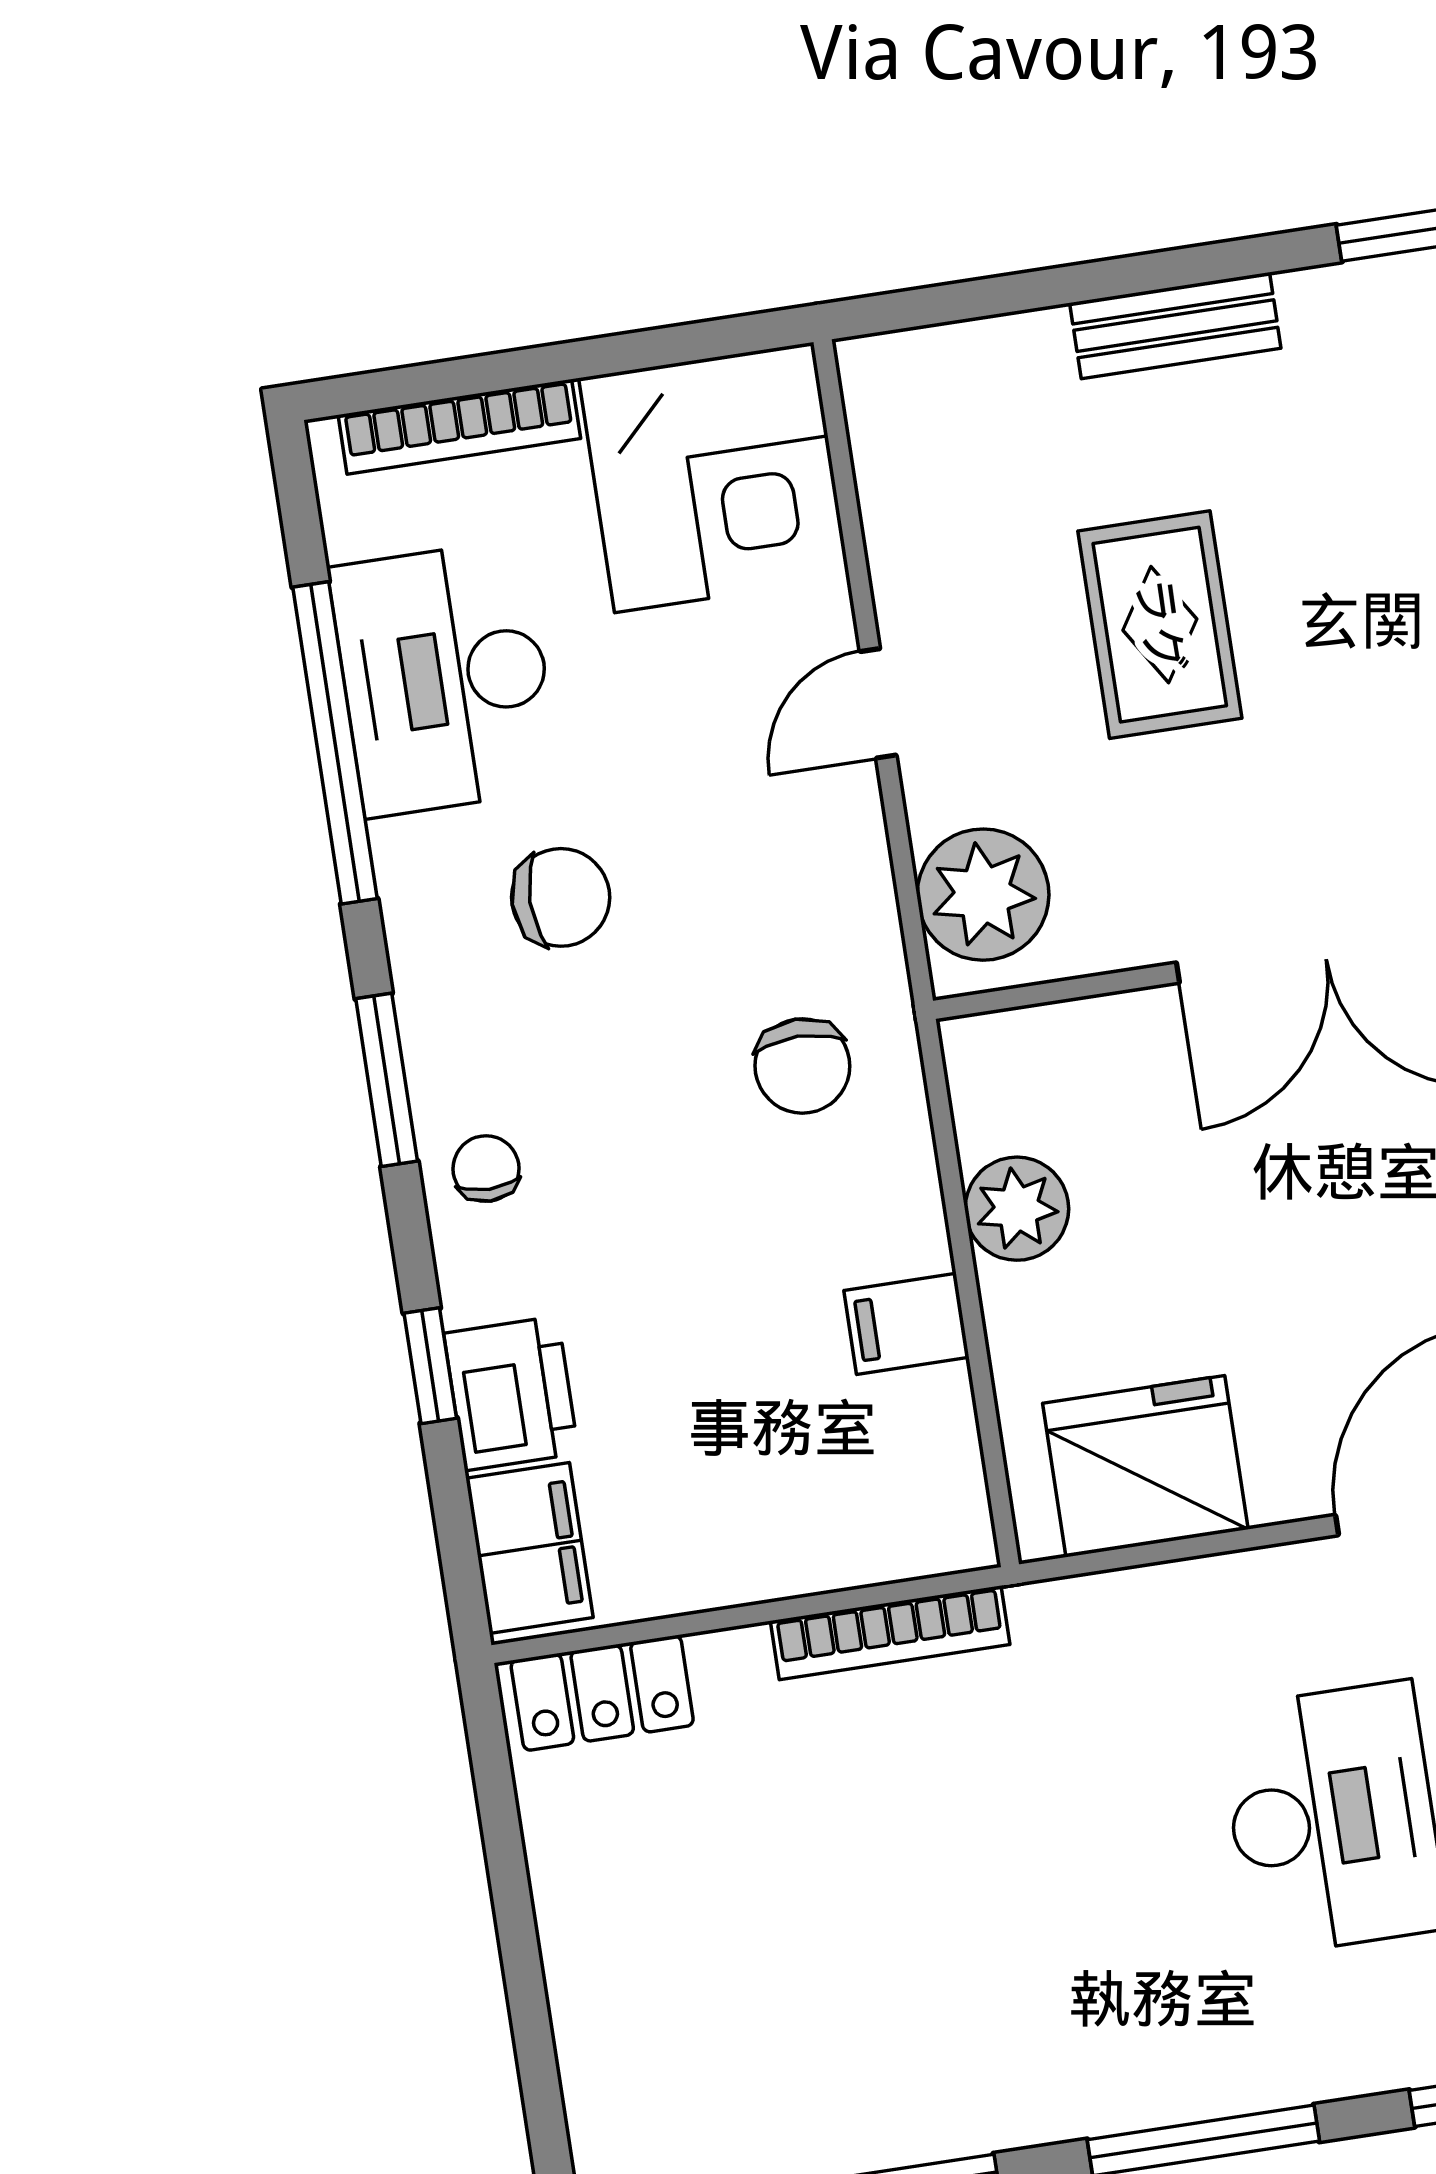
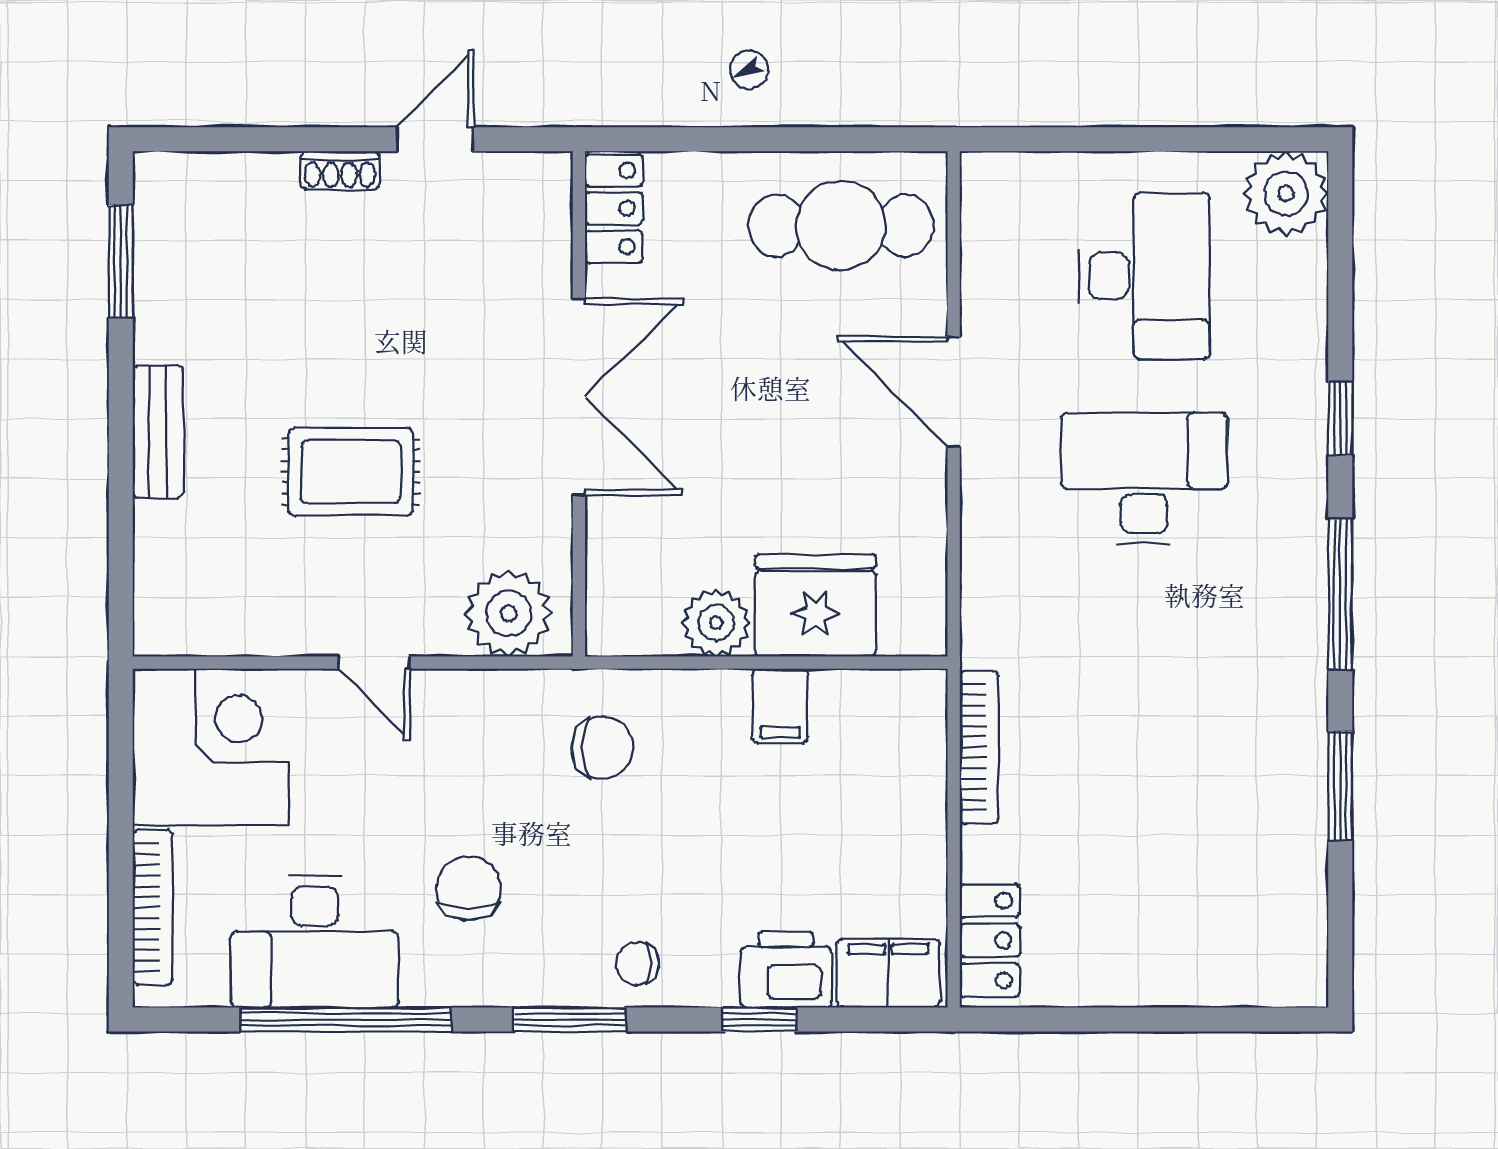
fridge: (1145, 1466) -> (815, 605), moved, turned 90

